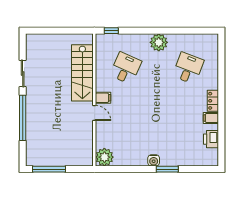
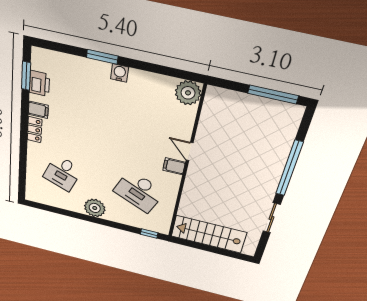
desk: (126, 68) -> (139, 192), width x1.37
stairs: (82, 73) -> (209, 234), moved, turned -90
window: (221, 143) -> (26, 76), added

